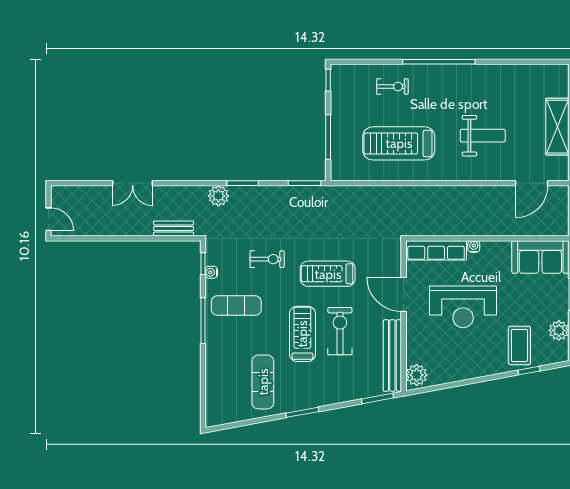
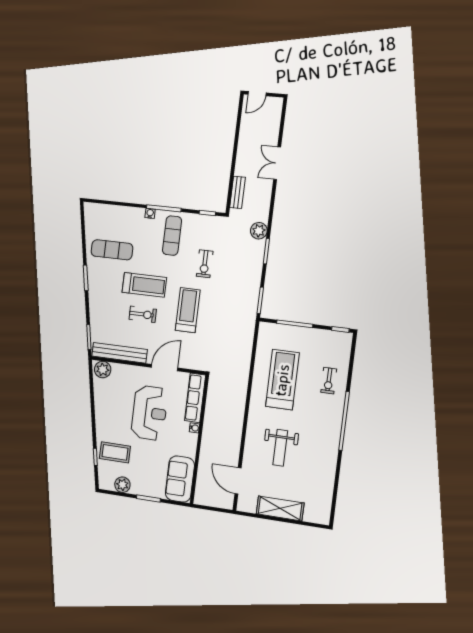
water cooler: (211, 272) -> (150, 213), moved
reception desk: (463, 307) -> (149, 413), turned 180
exercise bike: (340, 331) -> (143, 314), width x0.73, depth x0.72

